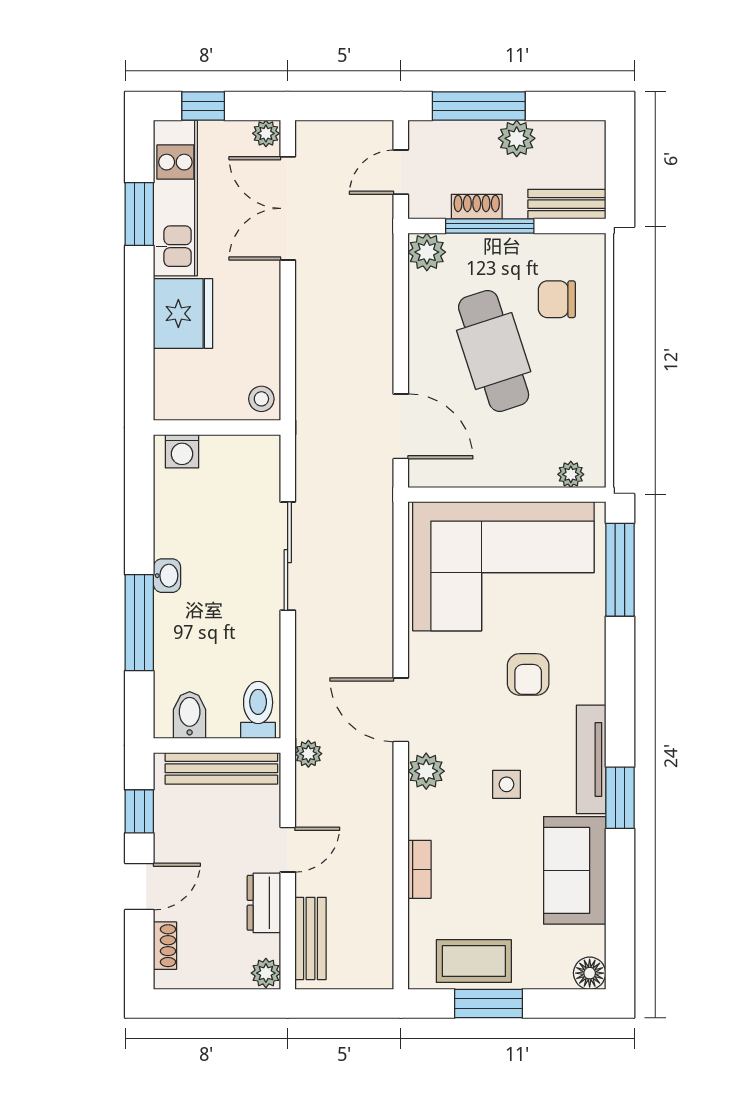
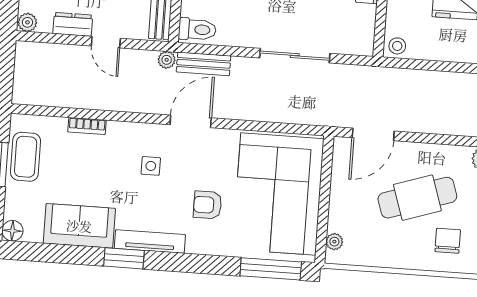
plant: (426, 771) -> (150, 135), removed
side table: (507, 784) -> (151, 166), moved
bench: (311, 938) -> (204, 64), moved

